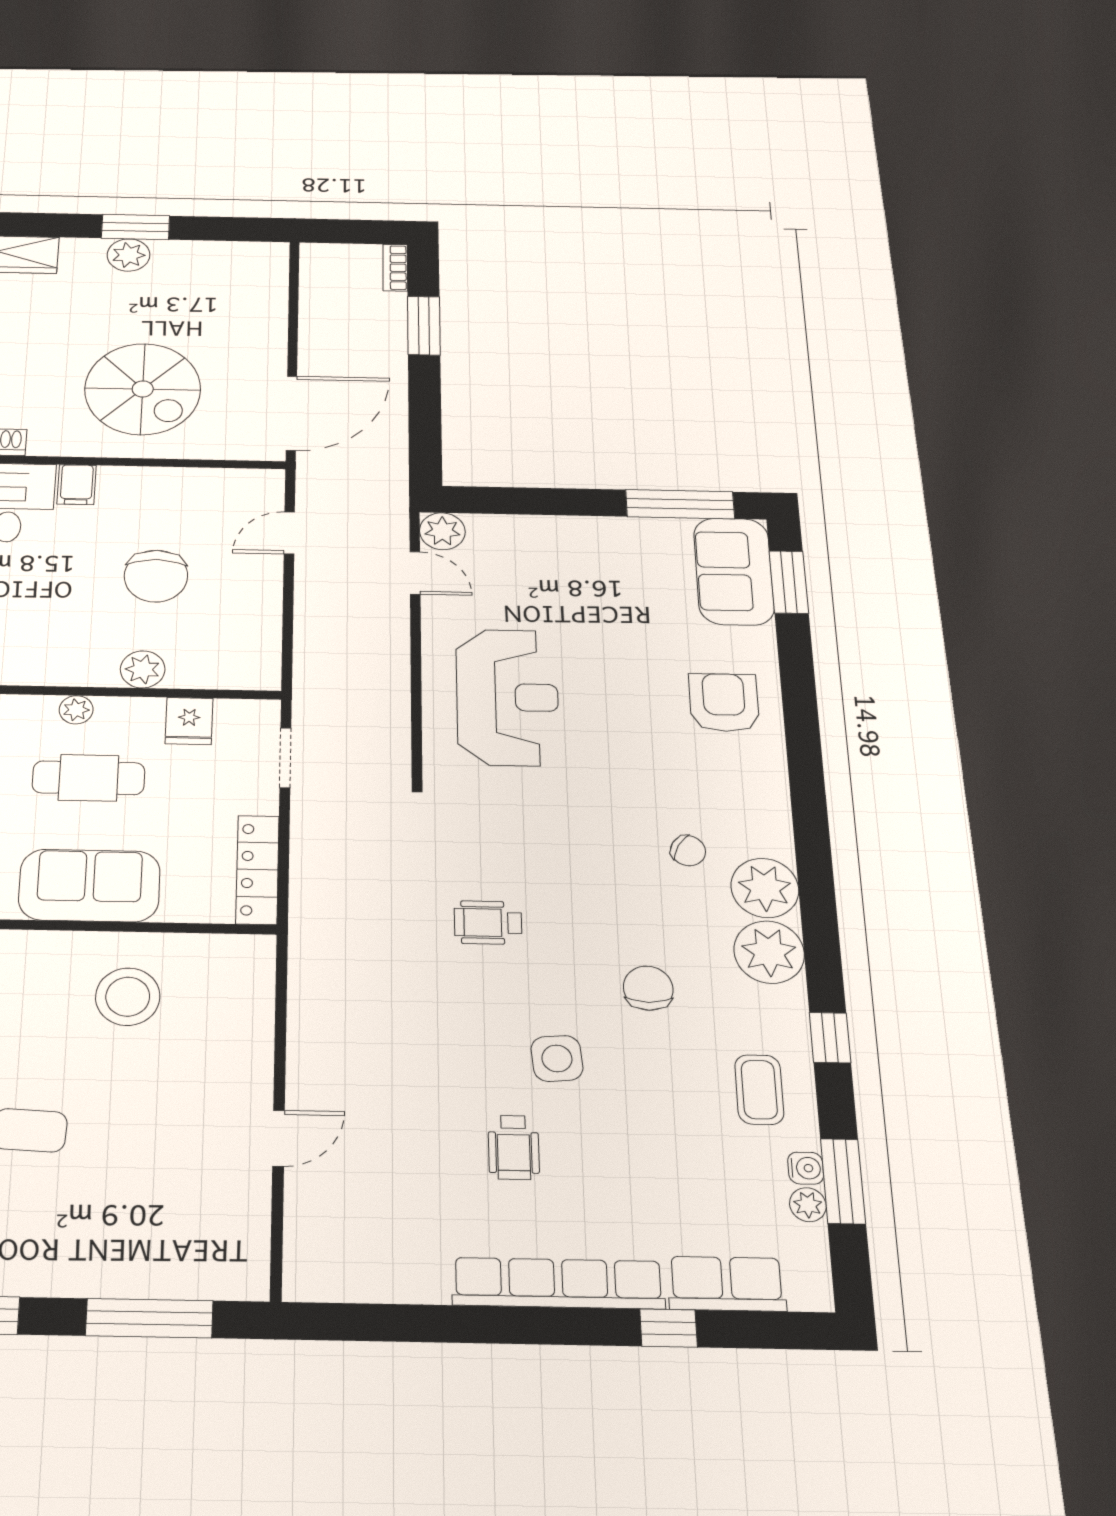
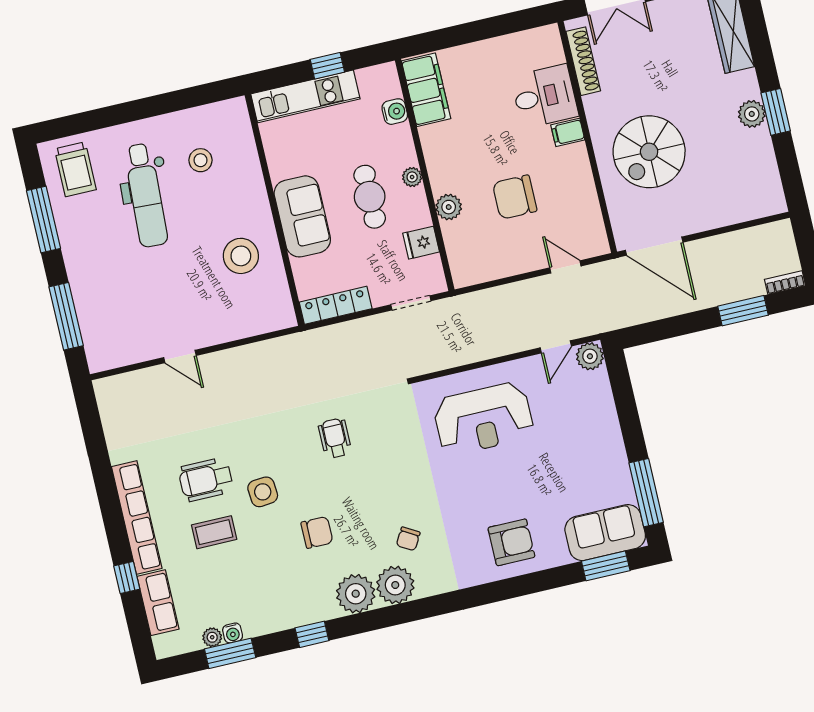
coffee table: (759, 1090) -> (214, 532), moved
wheelchair: (514, 1147) -> (206, 480), width x1.36, depth x1.37

